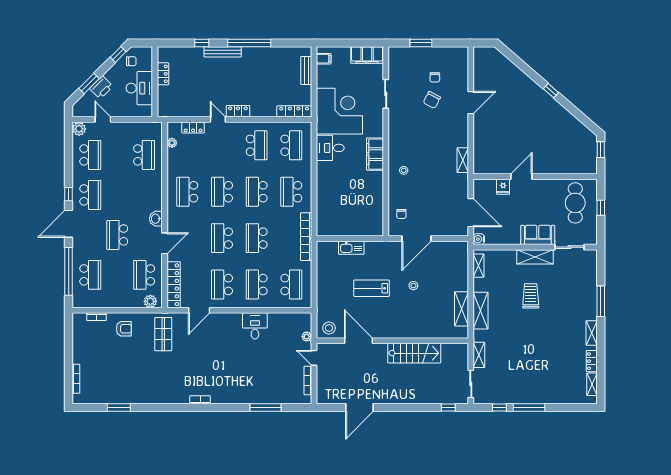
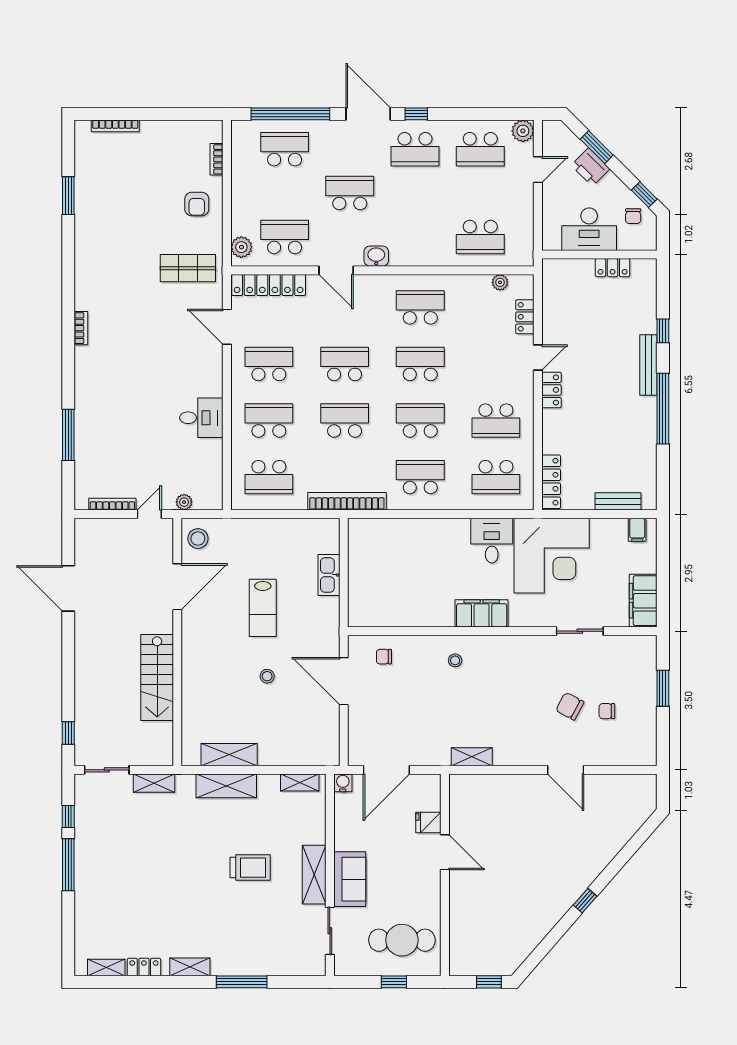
school desk: (90, 275) -> (285, 149), turned 180
lab bench: (371, 288) -> (263, 608), turned 180

